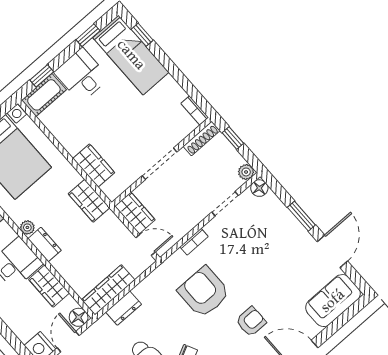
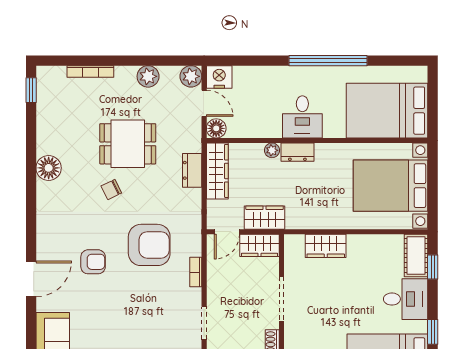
wardrobe: (89, 201) -> (265, 218), moved
plant: (27, 227) -> (272, 150), moved
wardrobe: (49, 286) -> (261, 127), removed
armchair: (251, 322) -> (93, 262), turned -90

